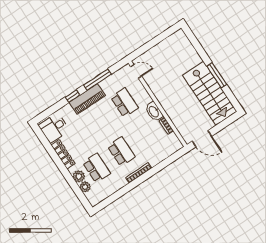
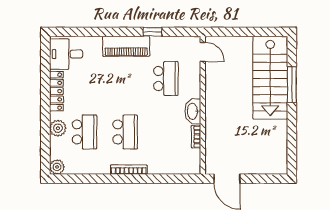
window: (217, 75) -> (292, 85), moved
window: (97, 80) -> (152, 32), width x0.46
stairs: (210, 93) -> (270, 78), moved
window: (73, 96) -> (112, 32), removed
plant: (85, 187) -> (57, 167), moved

